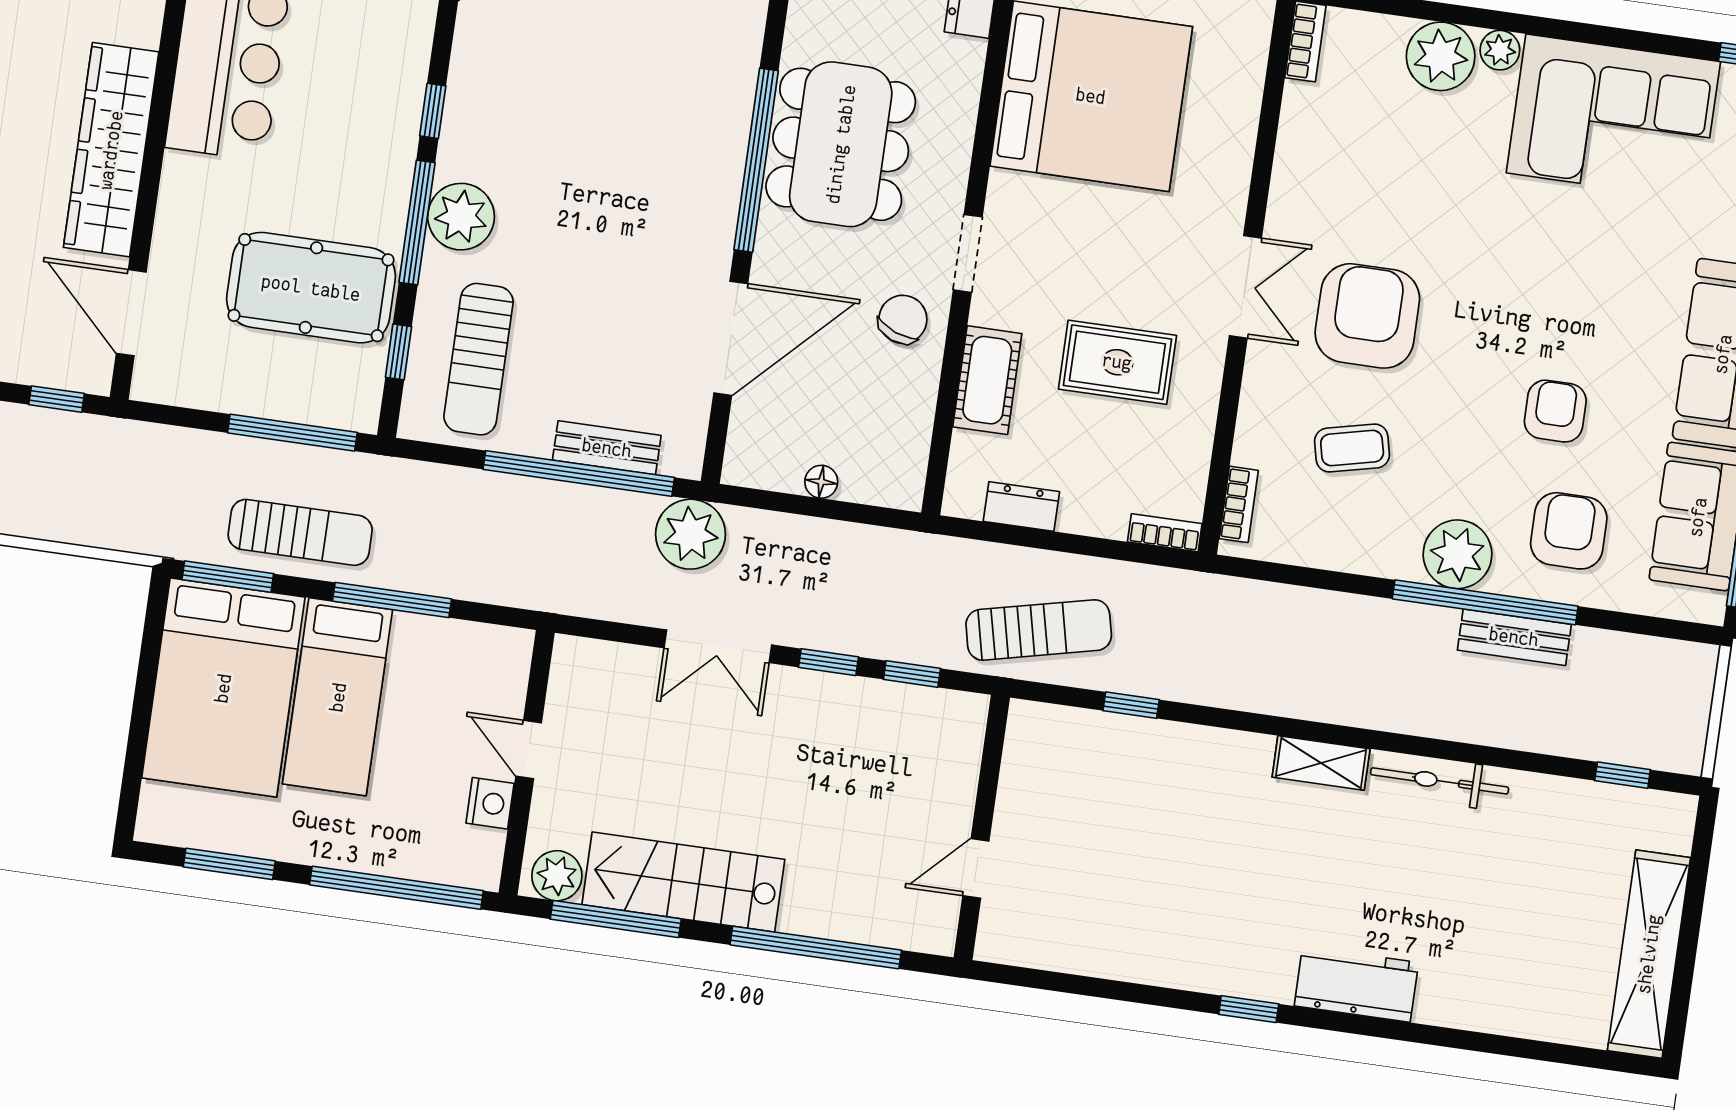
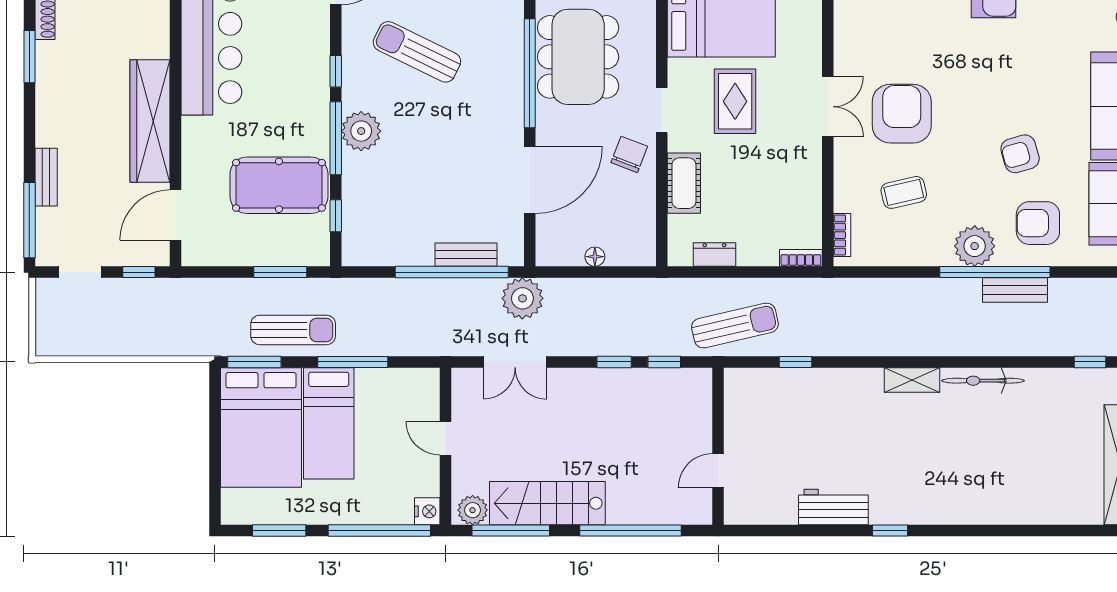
door: (131, 313) -> (176, 215), hinge flipped
sun lounger: (479, 359) -> (417, 52), moved, turned 116
rug: (1117, 362) -> (735, 101), moved, turned 90
armchair: (1555, 411) -> (1020, 154), turned -106
window: (292, 433) -> (280, 272), width x0.69
armchair: (1569, 531) -> (1038, 223), turned -90
double door: (718, 646) -> (515, 362), moved
nightstand: (490, 803) -> (427, 511), moved
workbench: (1356, 984) -> (833, 507), moved

